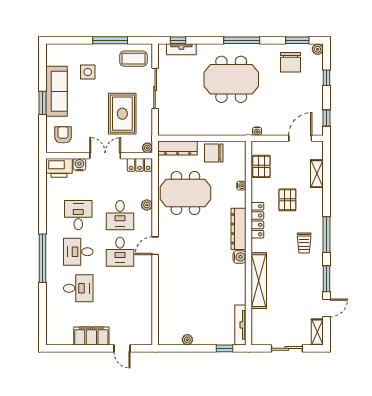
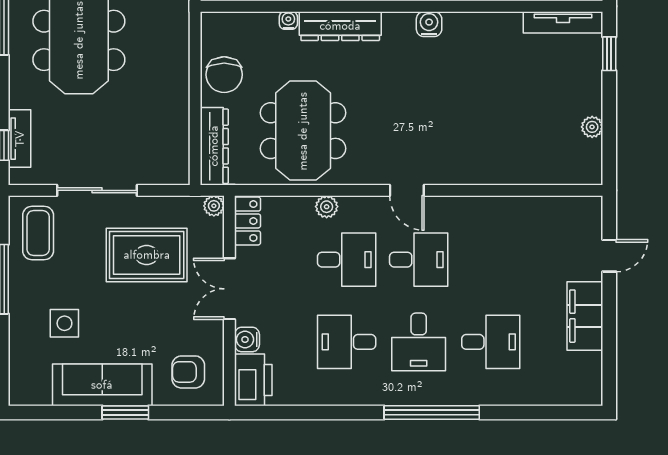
dresser: (238, 229) -> (340, 26), moved
desk: (78, 288) -> (491, 342), turned 90

